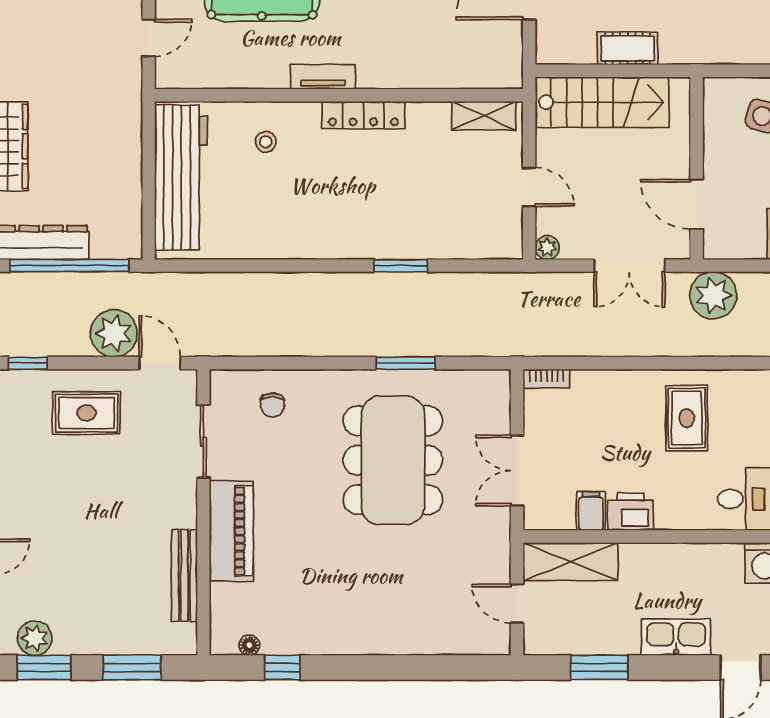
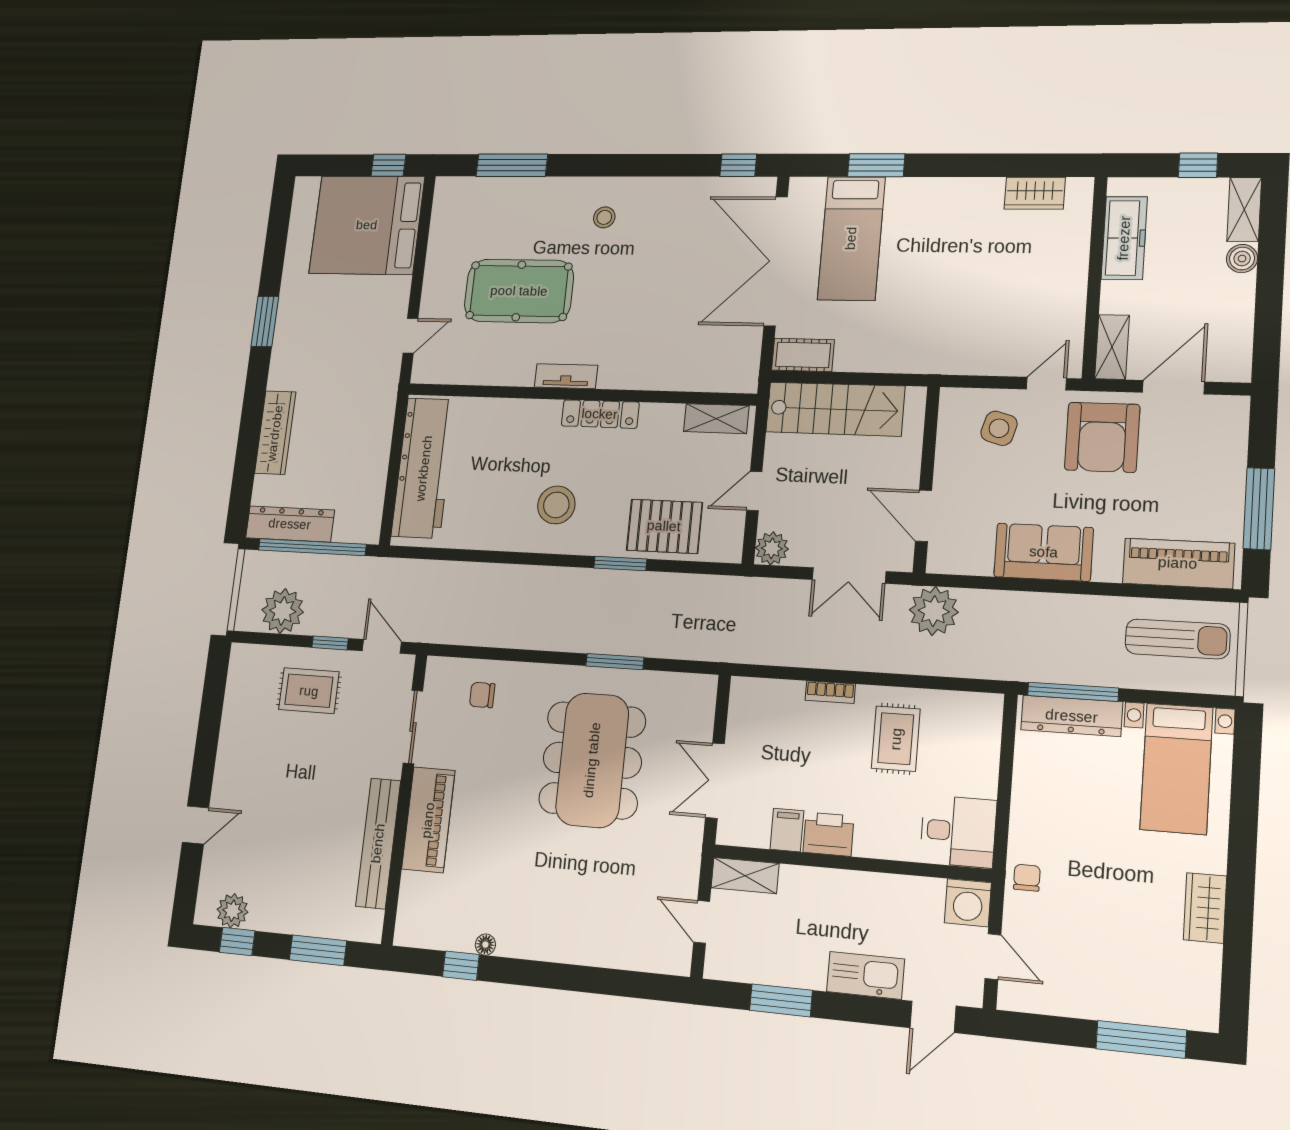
cot: (628, 48) -> (803, 355), moved
stool: (266, 142) -> (556, 505), moved, width x1.89, depth x1.89
door: (529, 187) -> (754, 491), swing flipped
pallet: (442, 226) -> (664, 526), added
plant: (547, 248) -> (772, 548), width x1.38, depth x1.38
plant: (114, 333) -> (283, 611), moved
window: (28, 363) -> (330, 643), moved
bookcase: (547, 379) -> (830, 692), moved
chair: (272, 405) -> (482, 695), turned 90
shelving: (570, 562) -> (745, 876), width x0.67, depth x0.75
bench: (184, 575) -> (378, 843), width x1.37, depth x1.21
floor lamp: (249, 645) -> (485, 945), moved
window: (44, 667) -> (237, 942), width x0.67

